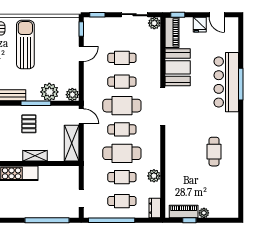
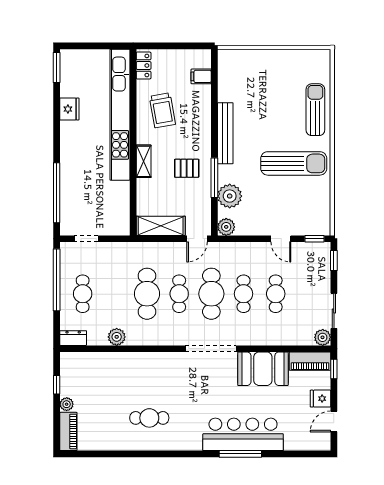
shelving: (35, 156) -> (144, 161), moved
cafe table: (122, 177) -> (115, 294), removed
piano: (184, 212) -> (68, 431), moved

